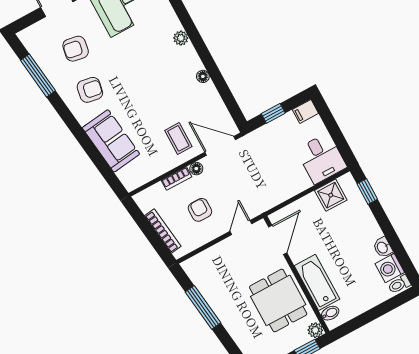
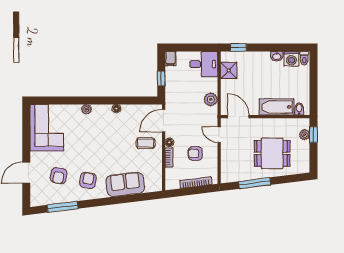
plant: (281, 192) -> (211, 99), added
dining table: (278, 300) -> (272, 153), moved
plant: (315, 330) -> (304, 135), moved

